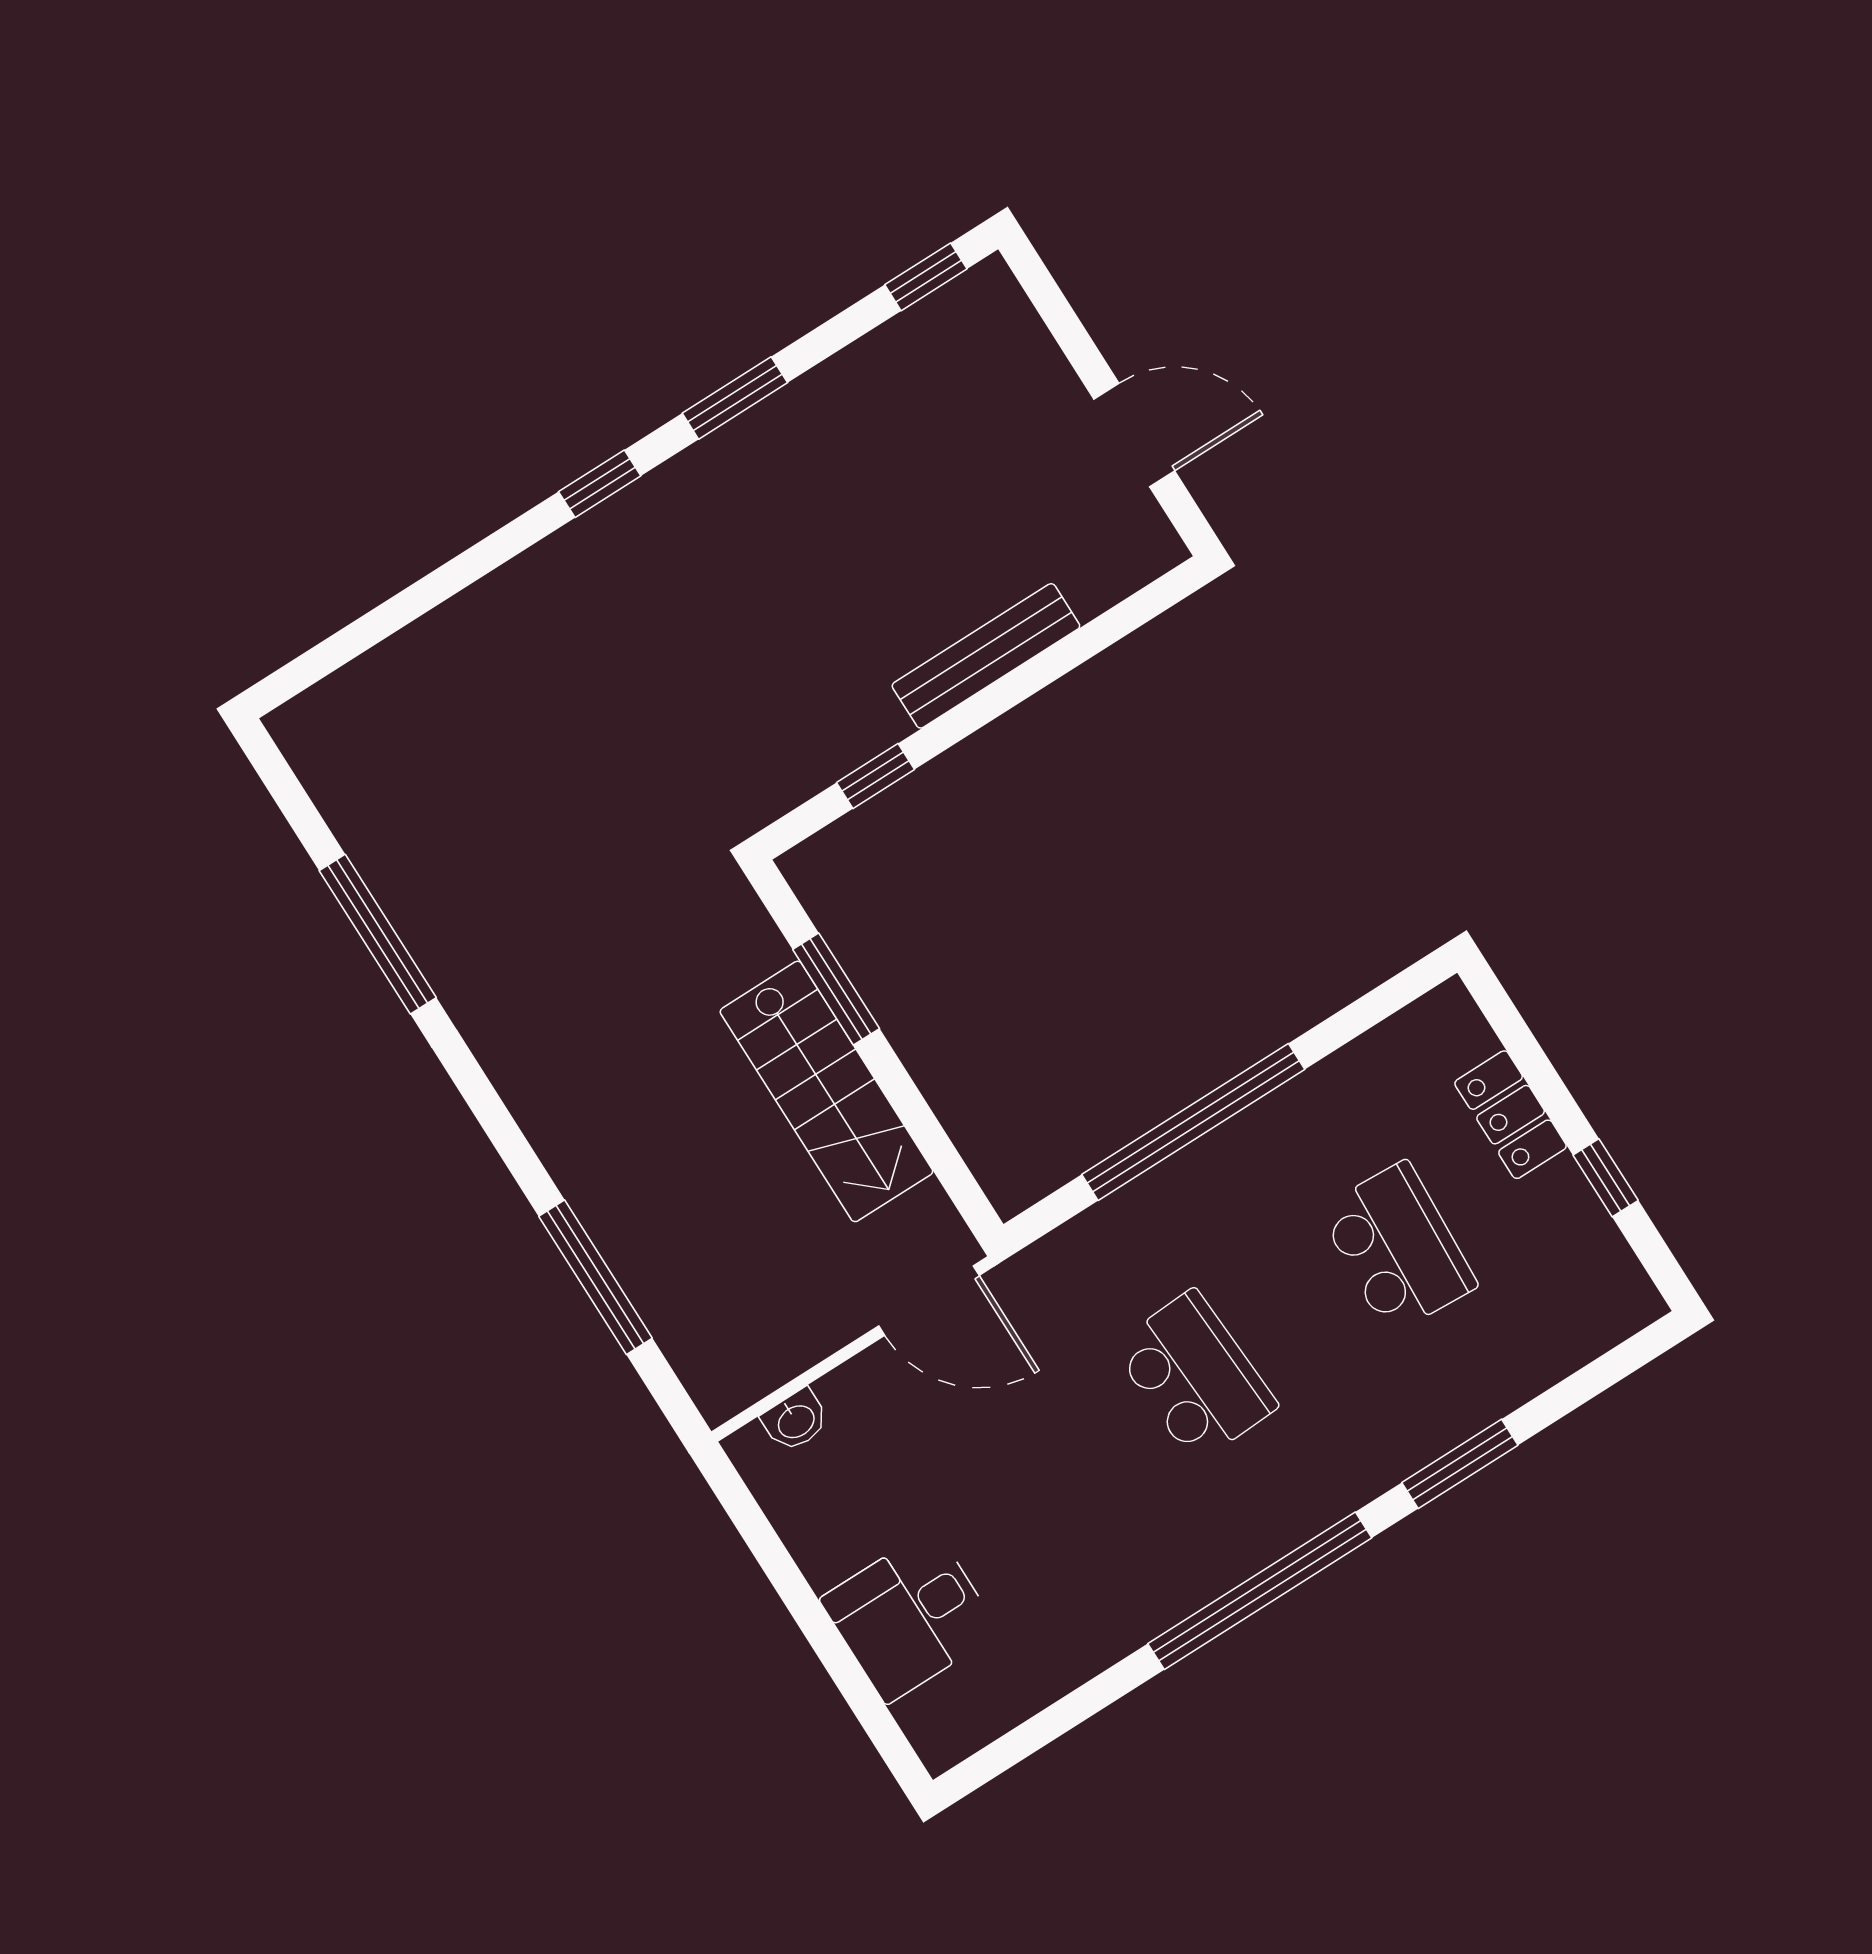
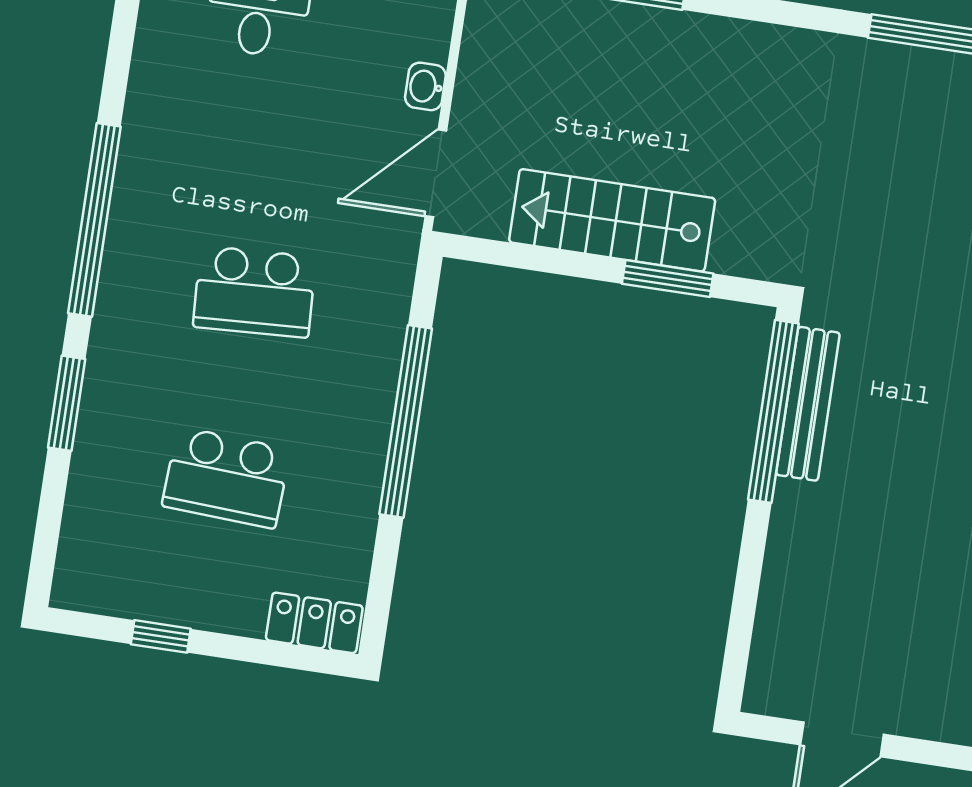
bench: (986, 656) -> (808, 404), moved
window: (876, 776) -> (773, 411), width x3.17
locker: (1511, 1115) -> (314, 623), moved
washbasin: (795, 1421) -> (425, 86), moved

